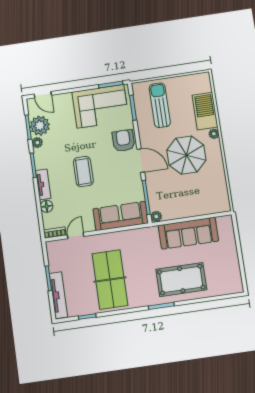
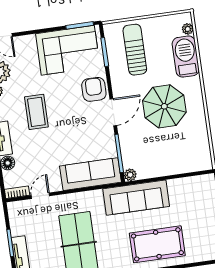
plant: (214, 134) -> (188, 29), moved
door: (141, 161) -> (113, 112), hinge flipped
coffee table: (83, 172) -> (36, 112), moved
sofa: (188, 233) -> (136, 198), moved

